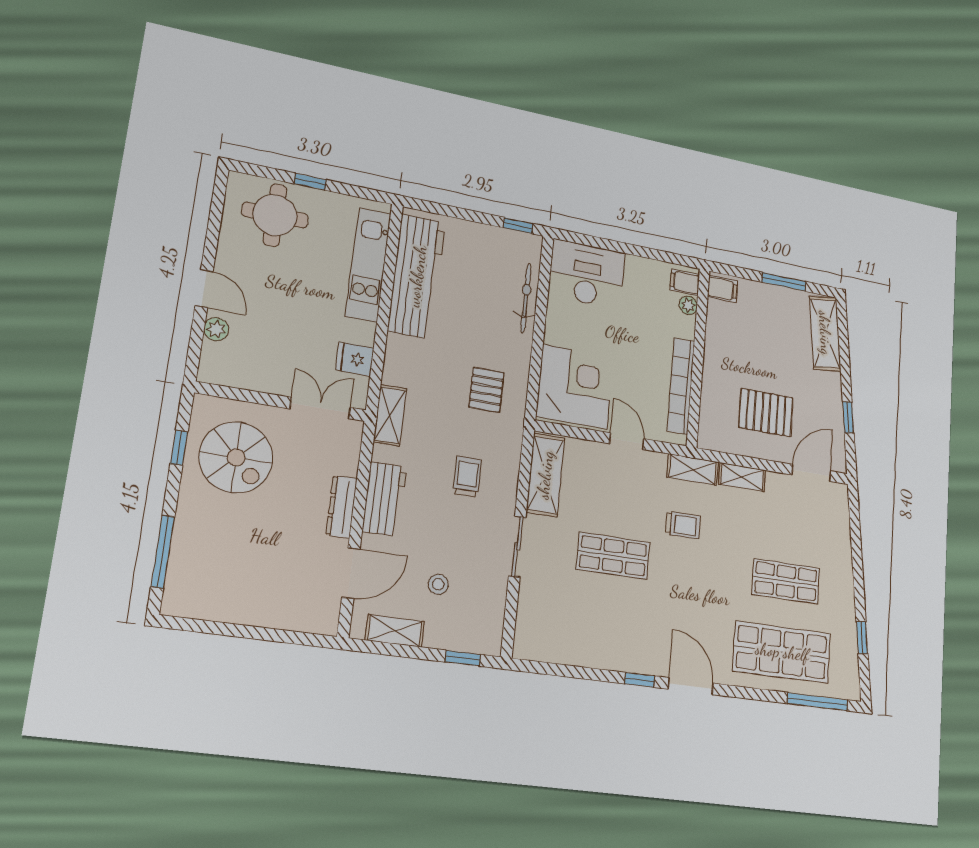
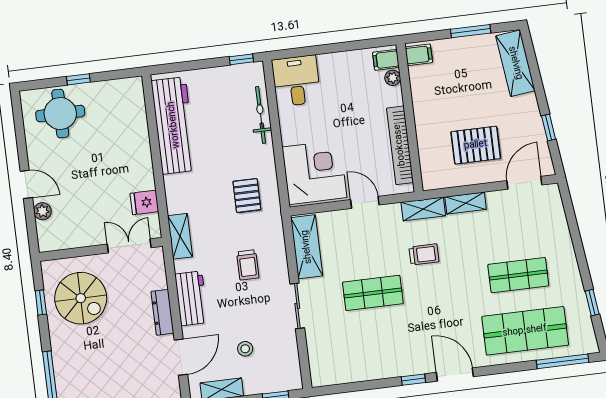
kitchen unit: (368, 265) -> (136, 128), removed
desk: (587, 274) -> (296, 81), width x0.73
trolley: (467, 477) -> (248, 265), turned 180

